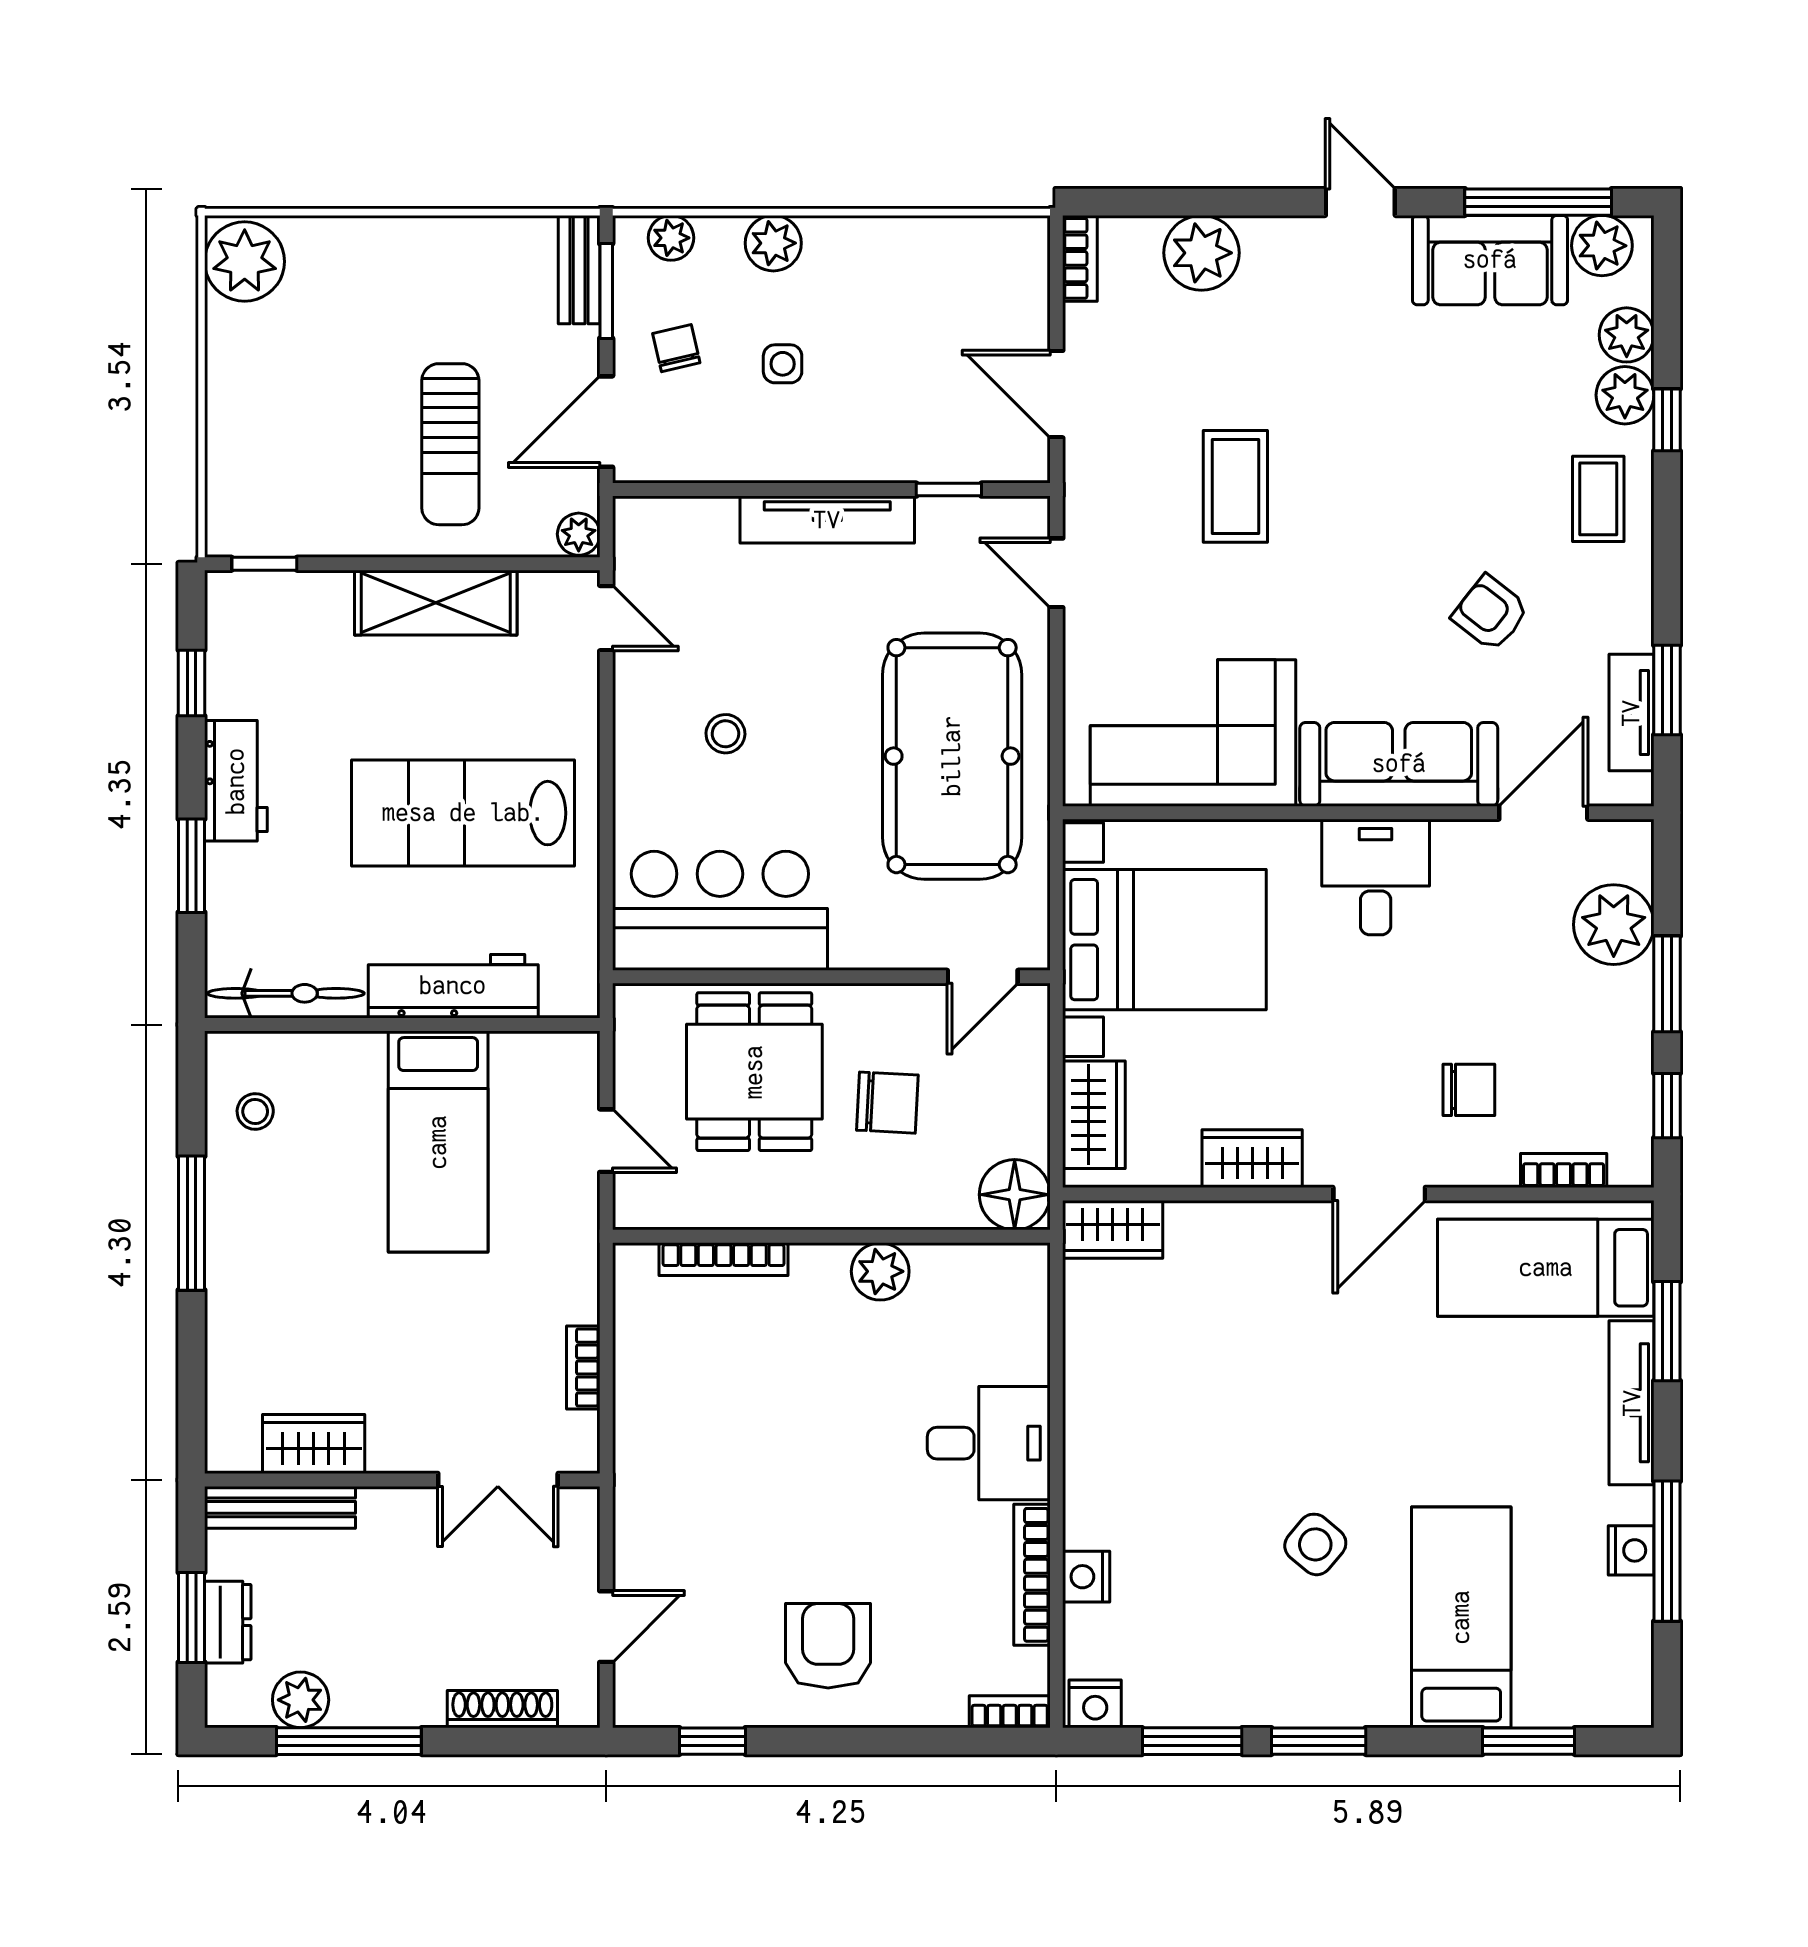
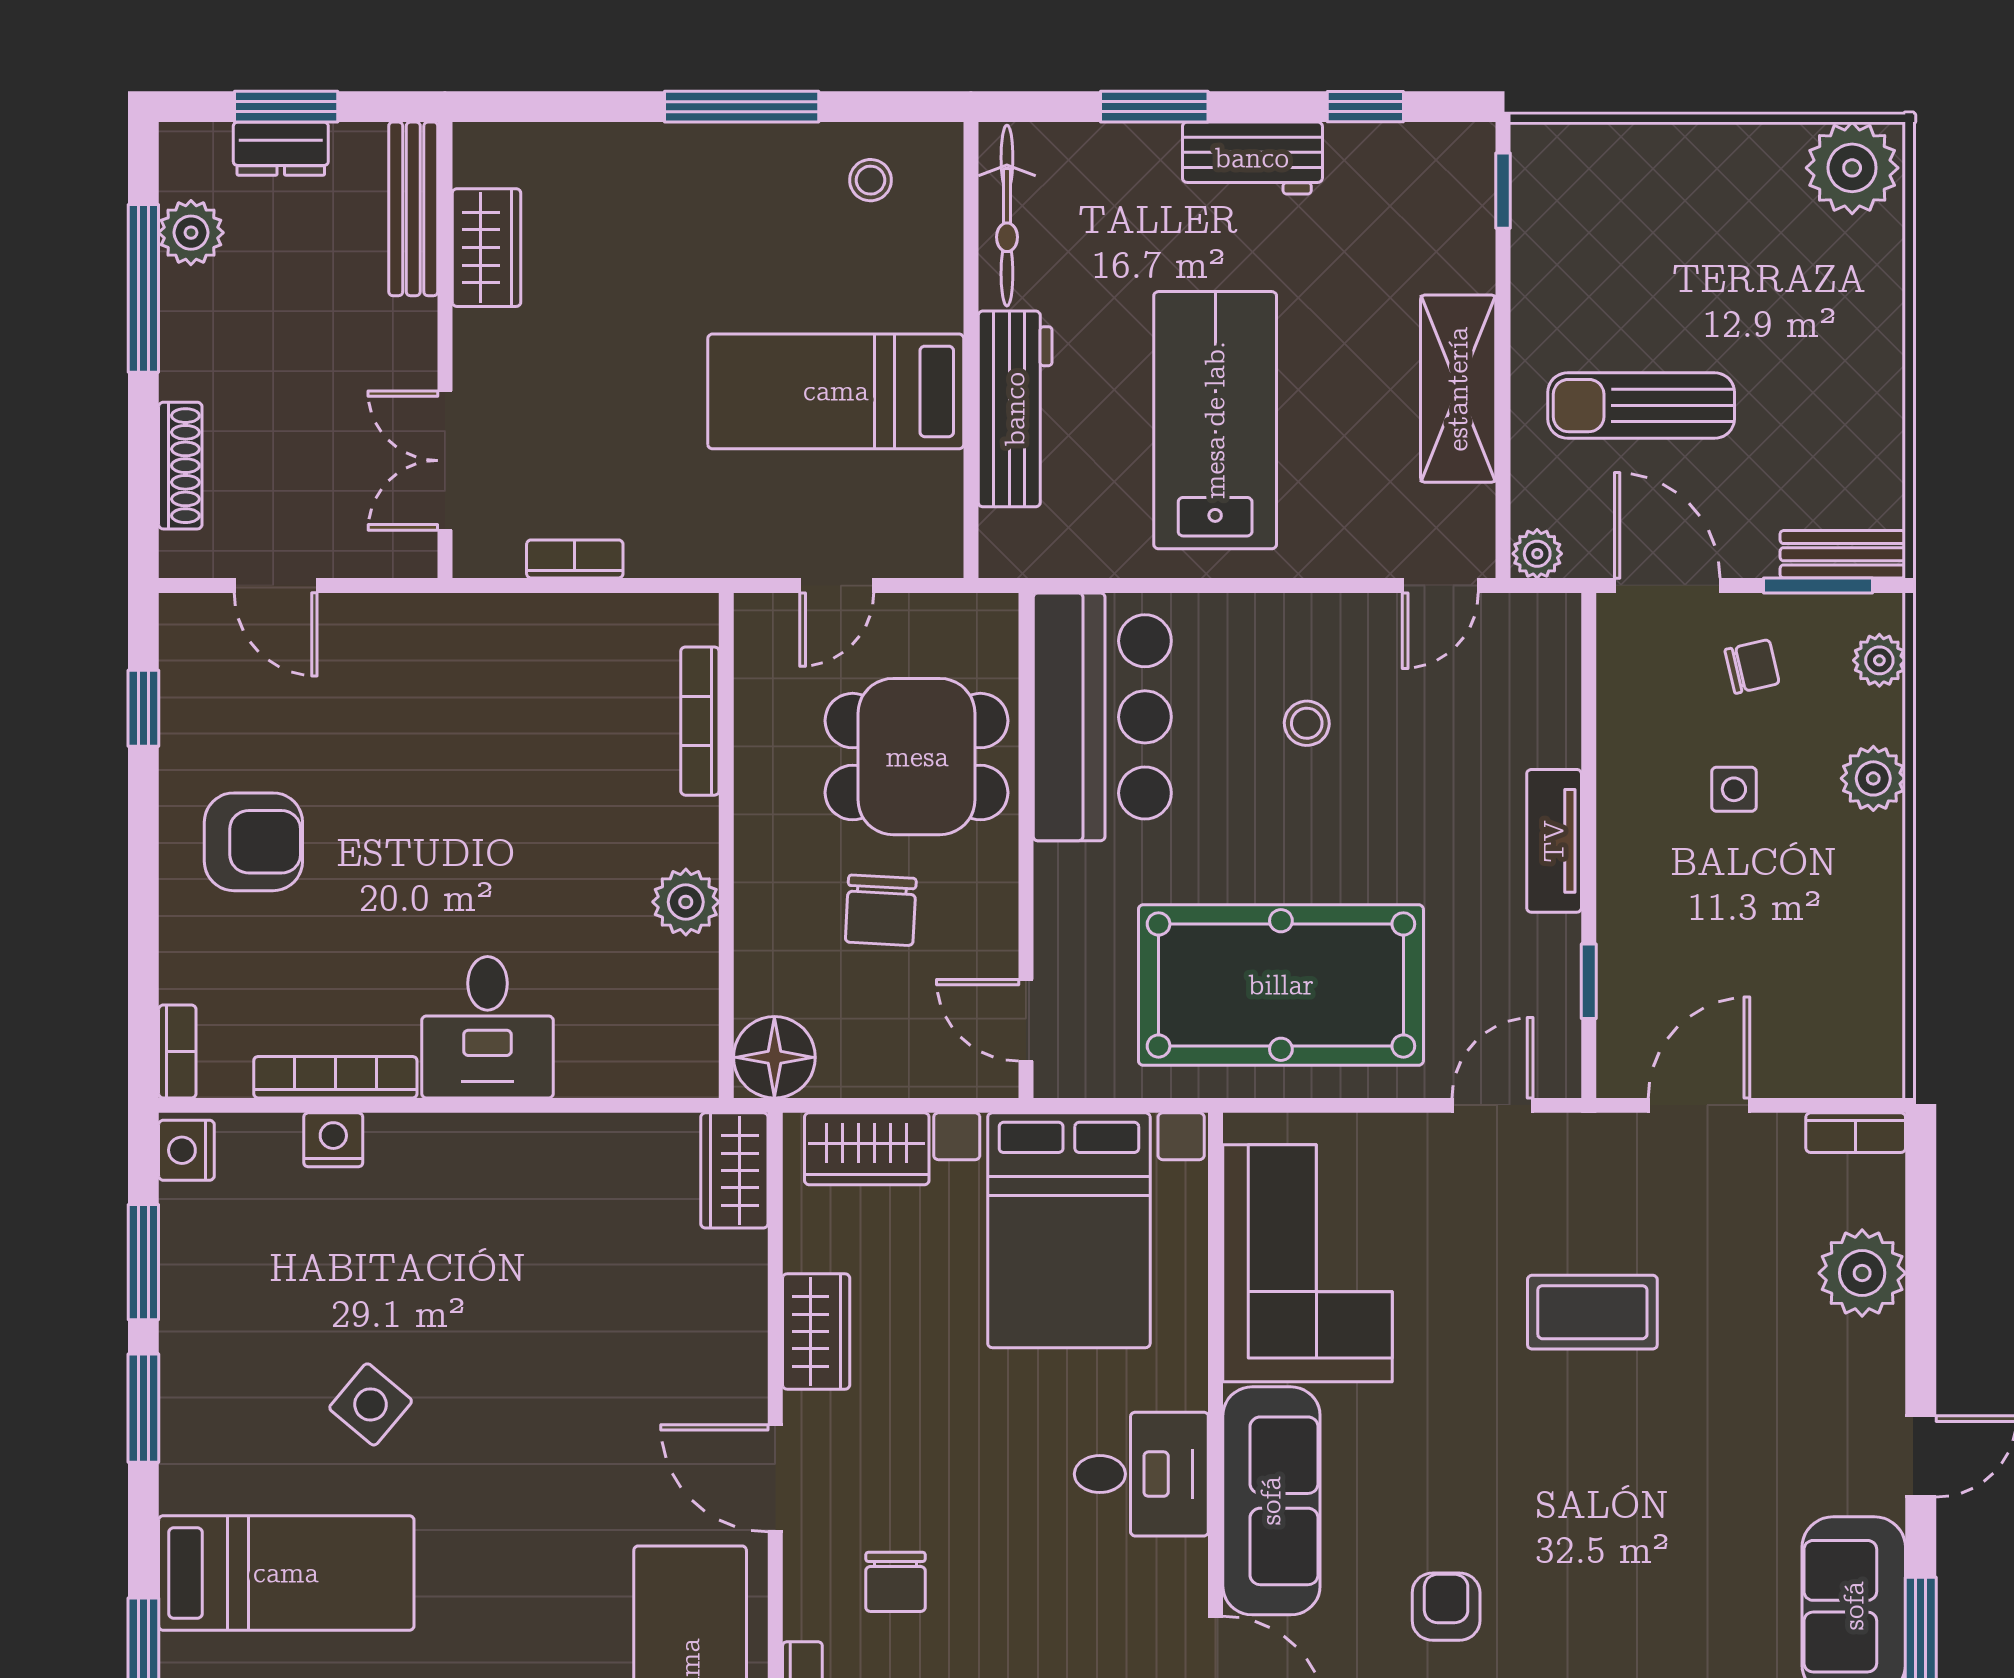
tv unit: (827, 520) -> (1554, 841), width x0.71
armchair: (1490, 613) -> (1446, 1607), turned -38

